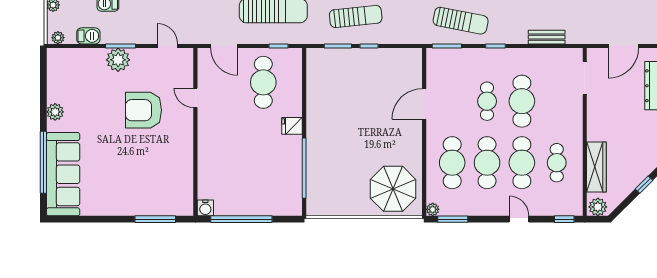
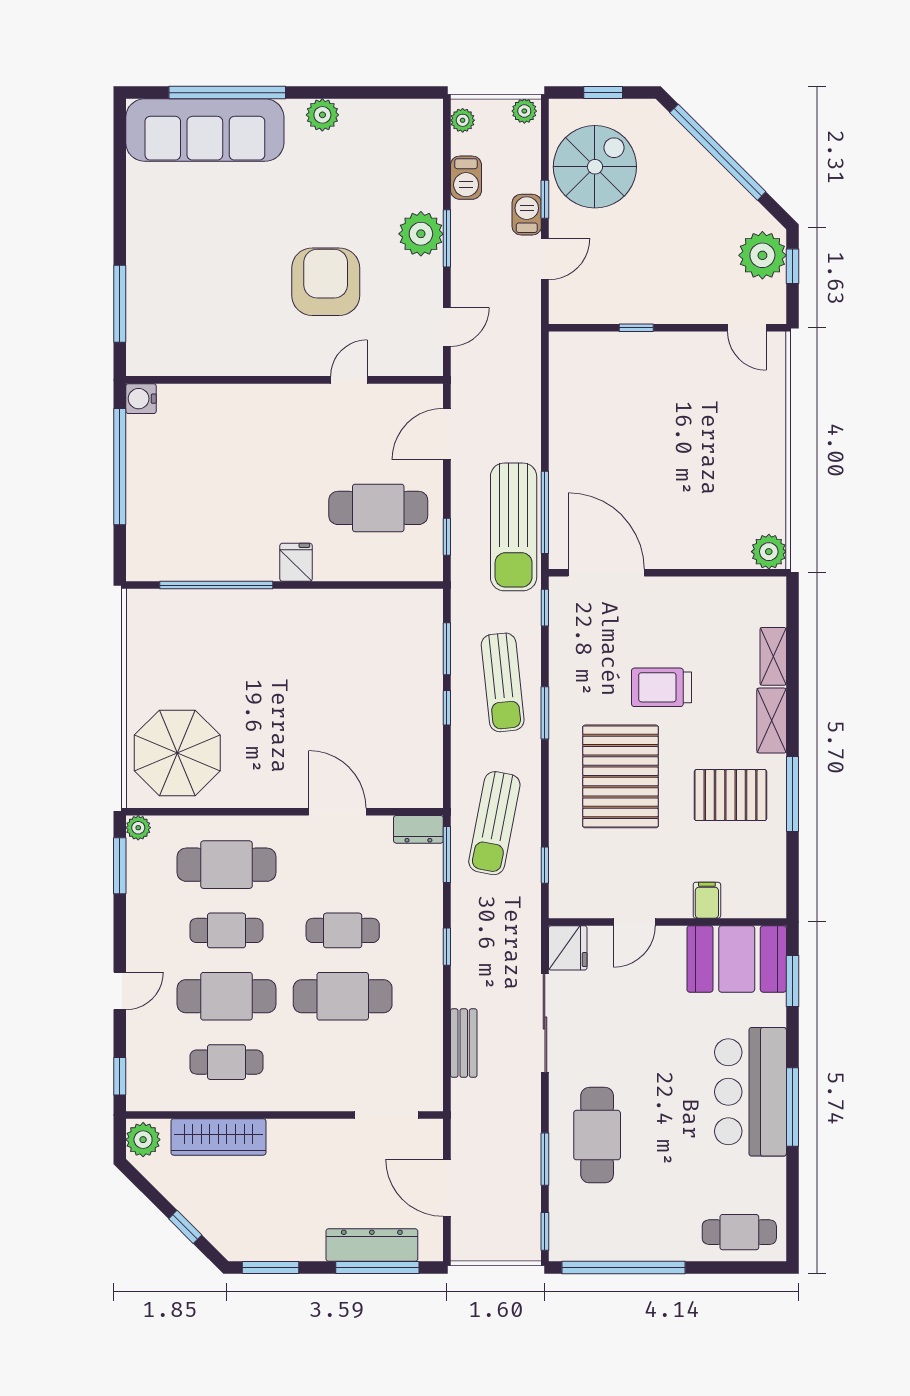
sun lounger: (461, 21) -> (494, 823), moved
dresser: (433, 61) -> (418, 829), added
cafe table: (487, 163) -> (226, 930), width x0.73, depth x0.74

